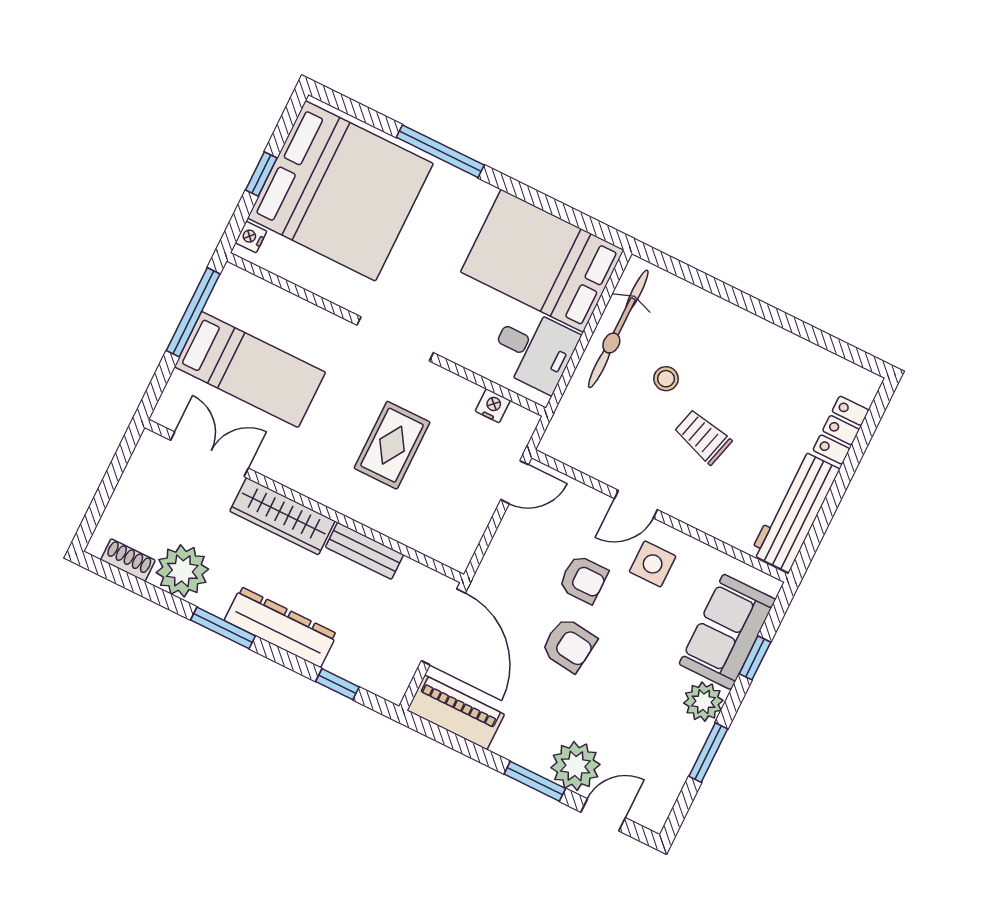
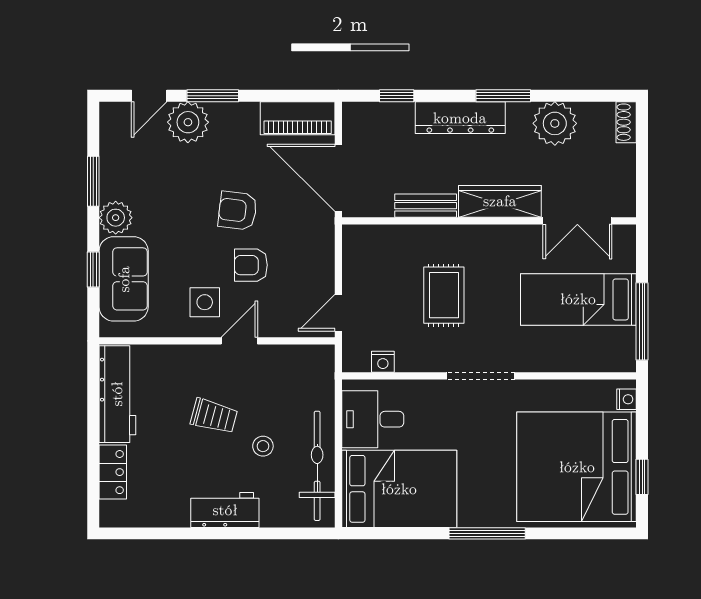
window: (440, 151) -> (487, 533), moved
window: (261, 174) -> (642, 477), moved
workbench: (741, 330) -> (225, 510), added
shoe rack: (128, 560) -> (626, 122), moved, turned 90

